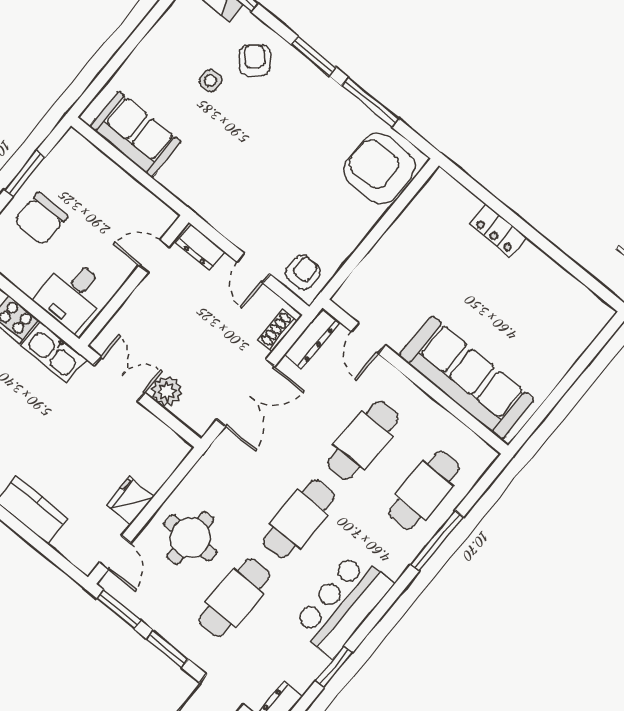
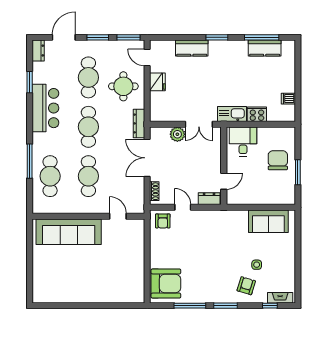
armchair: (255, 60) -> (246, 286), turned -123
locker: (498, 231) -> (102, 297), removed
dresser: (312, 339) -> (139, 123), moved

